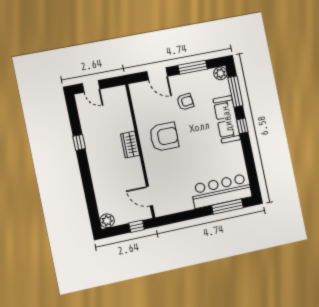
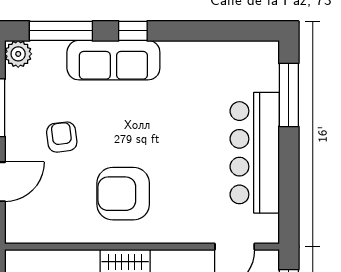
armchair: (164, 137) -> (123, 194), turned -90
bar counter: (221, 191) -> (255, 153), moved

